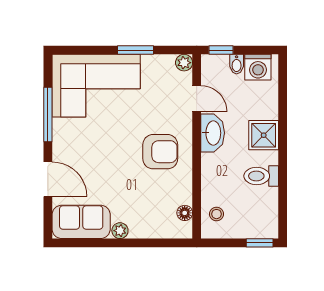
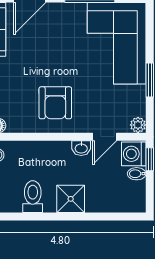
washing machine: (258, 67) -> (134, 154), moved
washbasin: (213, 133) -> (81, 148), width x0.52, depth x0.69

